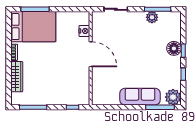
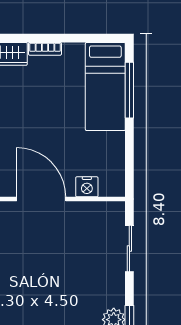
bed: (33, 27) -> (105, 86), width x0.67
door: (91, 54) -> (41, 199), swing flipped

